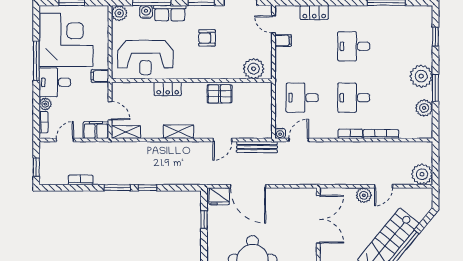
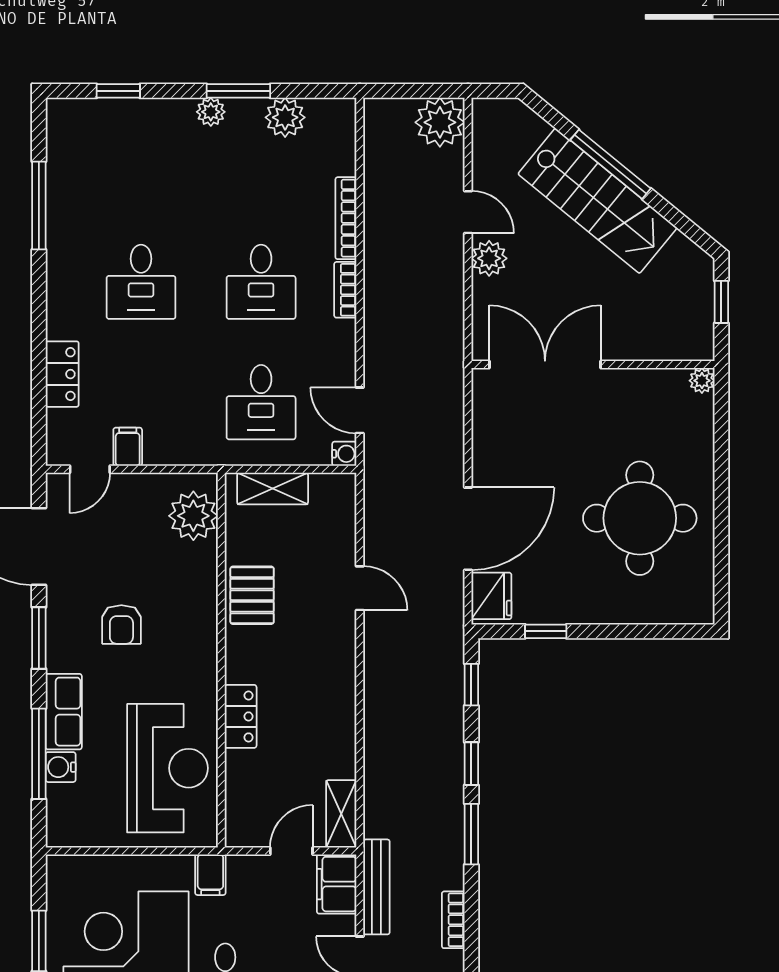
plant: (119, 13) -> (64, 830), removed
plant: (421, 76) -> (211, 112), width x0.53, depth x0.53
shelving: (178, 132) -> (273, 489), moved, turned 90
bench: (257, 147) -> (376, 887), moved
window: (181, 188) -> (471, 685), added

